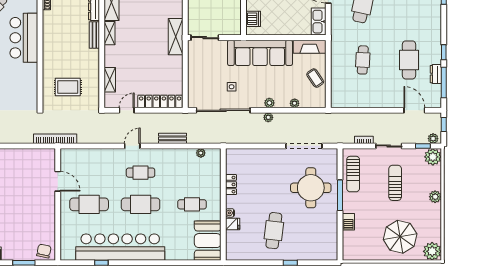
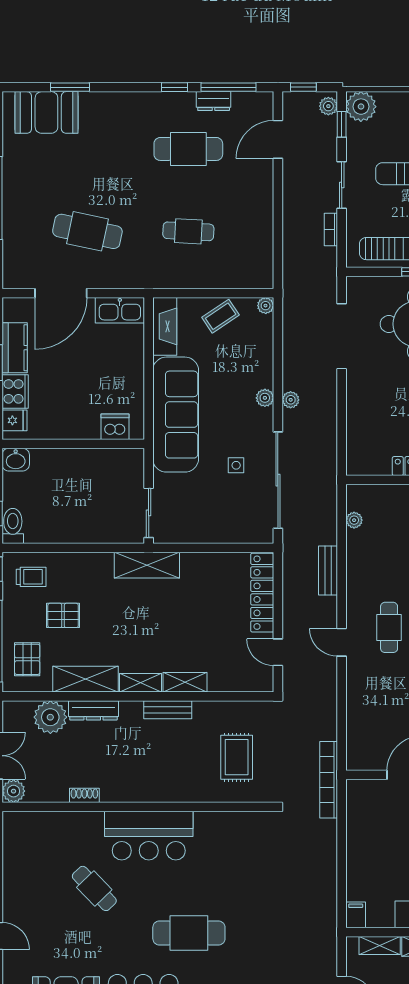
bench: (94, 35) -> (168, 710), moved
shelving: (110, 80) -> (185, 682), moved
plant: (295, 103) -> (266, 306), moved

